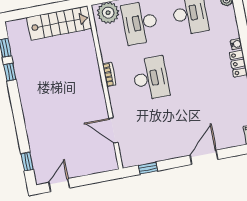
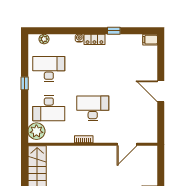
door: (204, 157) -> (161, 91), moved
window: (148, 168) -> (161, 124), removed

